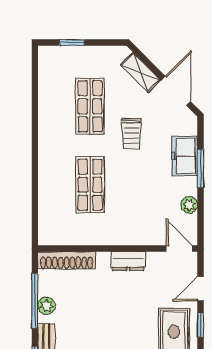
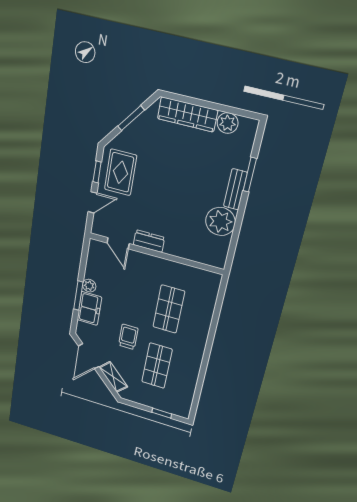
plant: (189, 205) -> (89, 286), moved
door: (179, 249) -> (118, 243), moved
shoe rack: (67, 260) -> (201, 256), removed
window: (35, 301) -> (237, 230), removed
plant: (47, 306) -> (220, 221), width x1.88, depth x1.88

